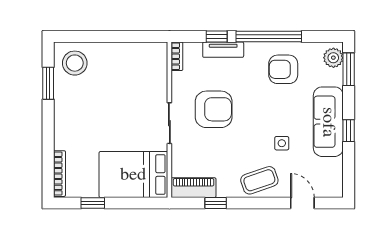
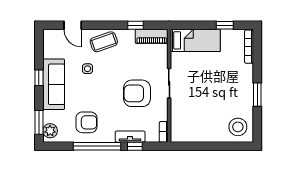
window: (48, 83) -> (257, 95), moved
bed: (133, 175) -> (195, 40), width x0.67

